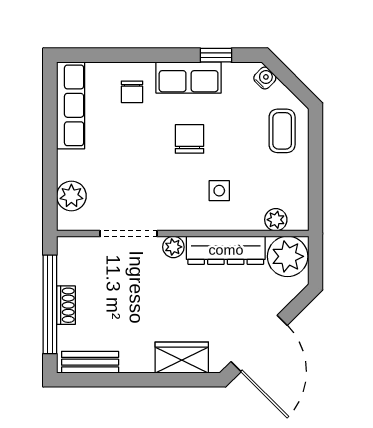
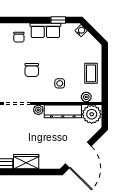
coffee table: (282, 131) -> (91, 73), moved
chair: (190, 139) -> (32, 70), moved, turned 180
wardrobe: (182, 358) -> (26, 162), moved

